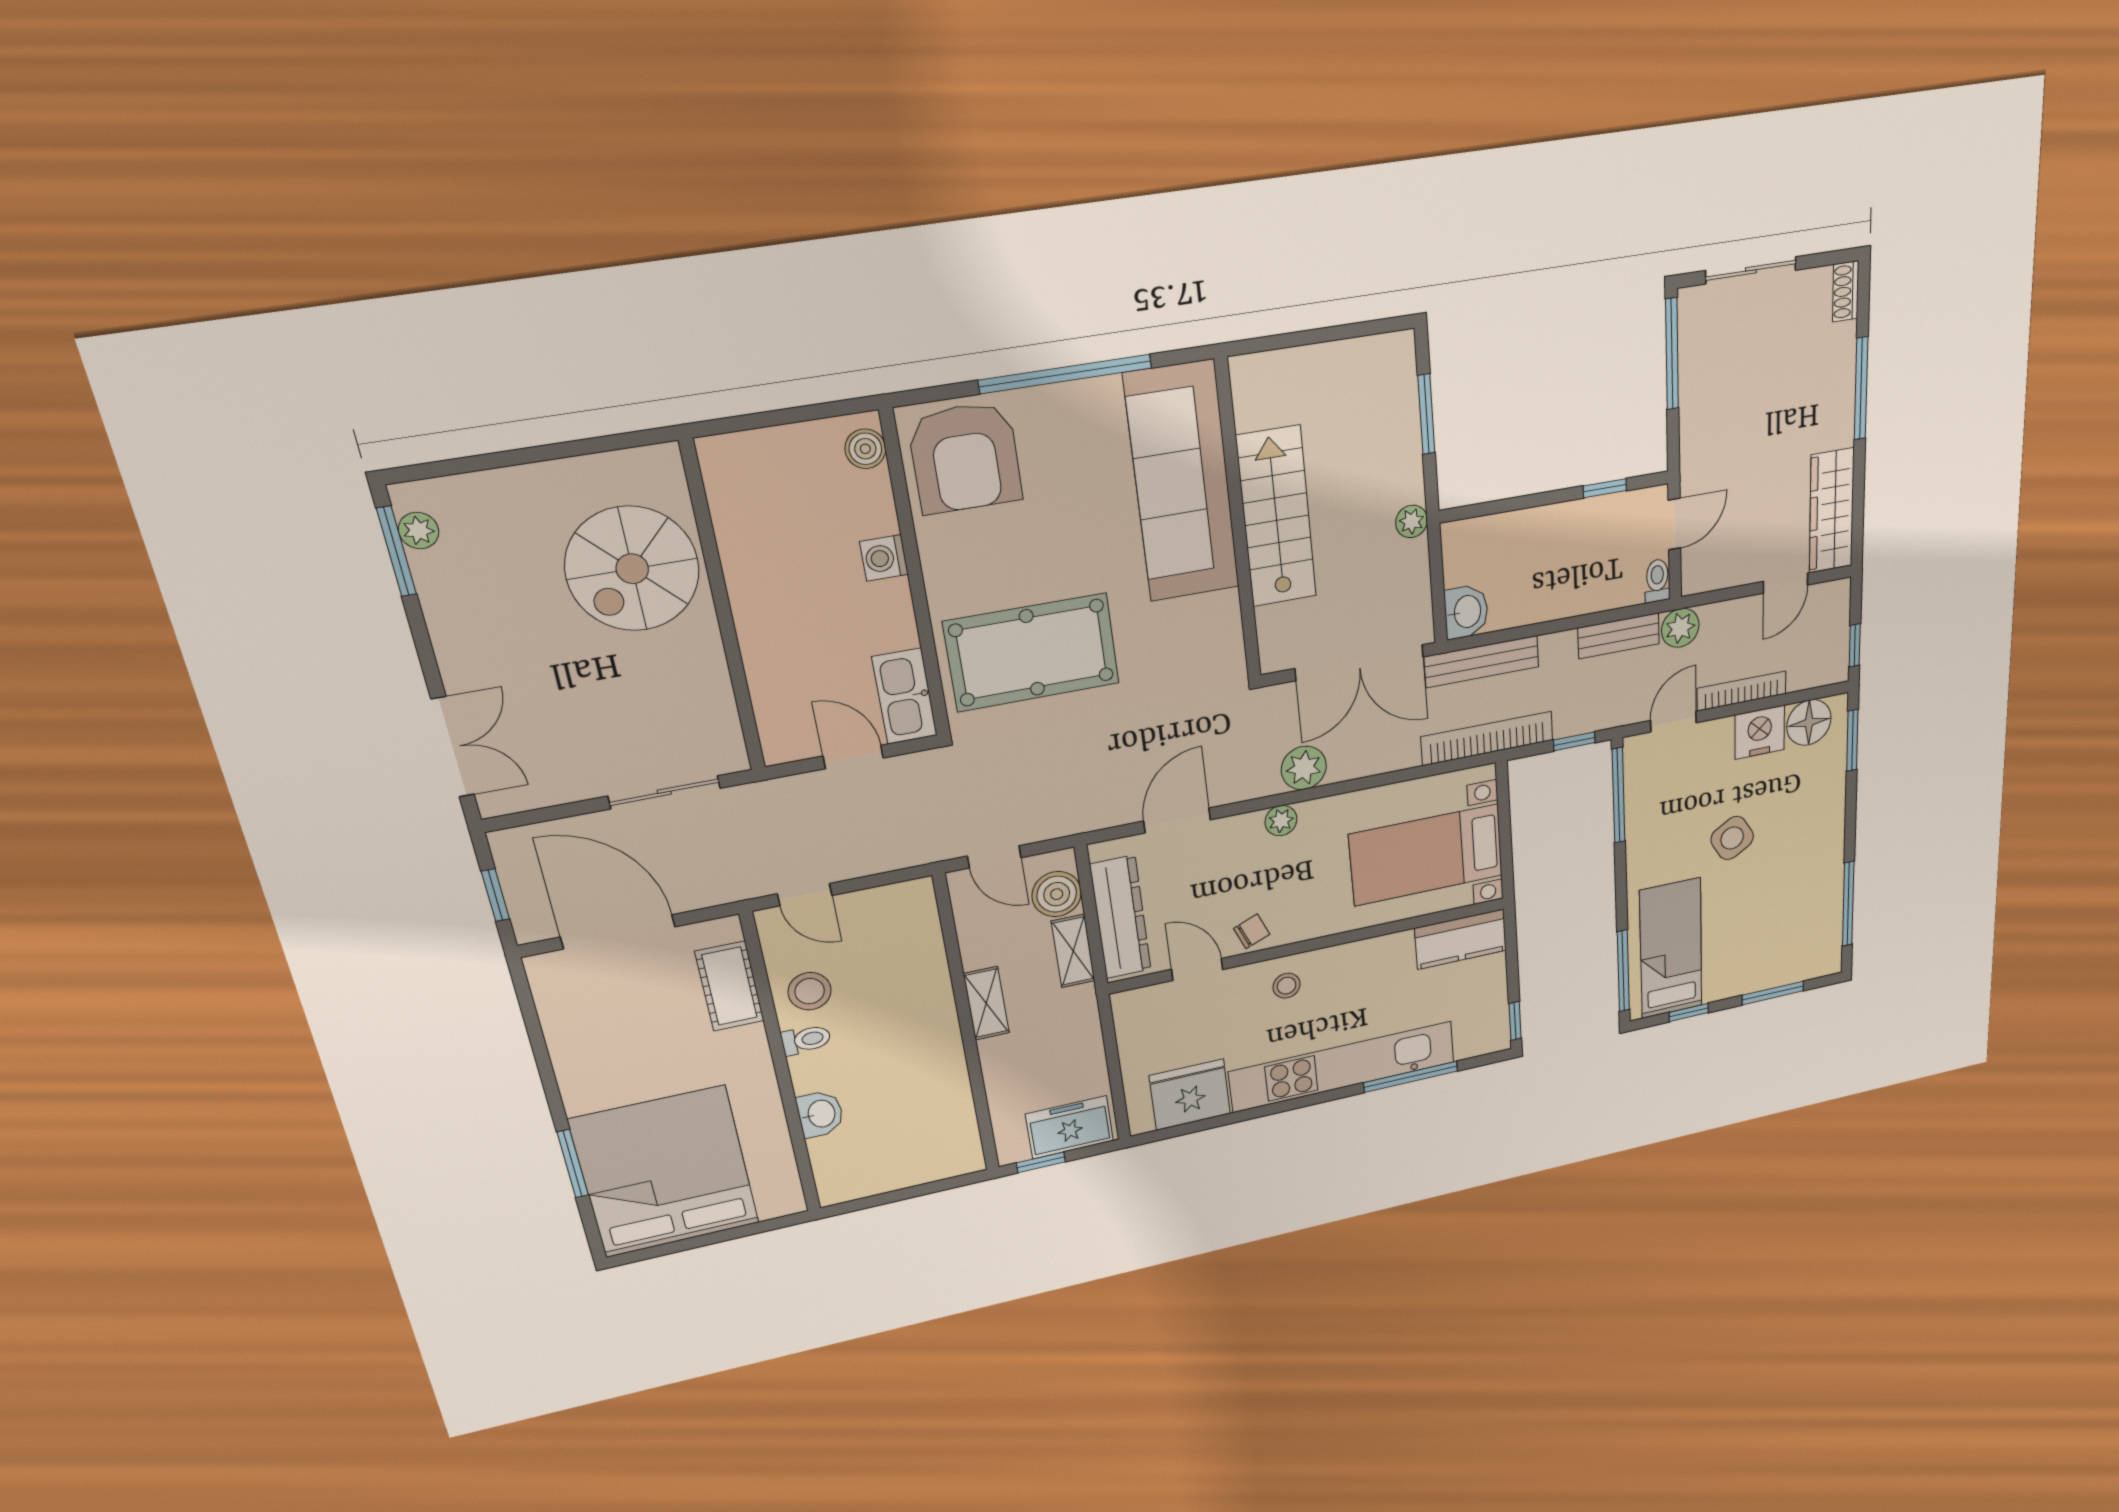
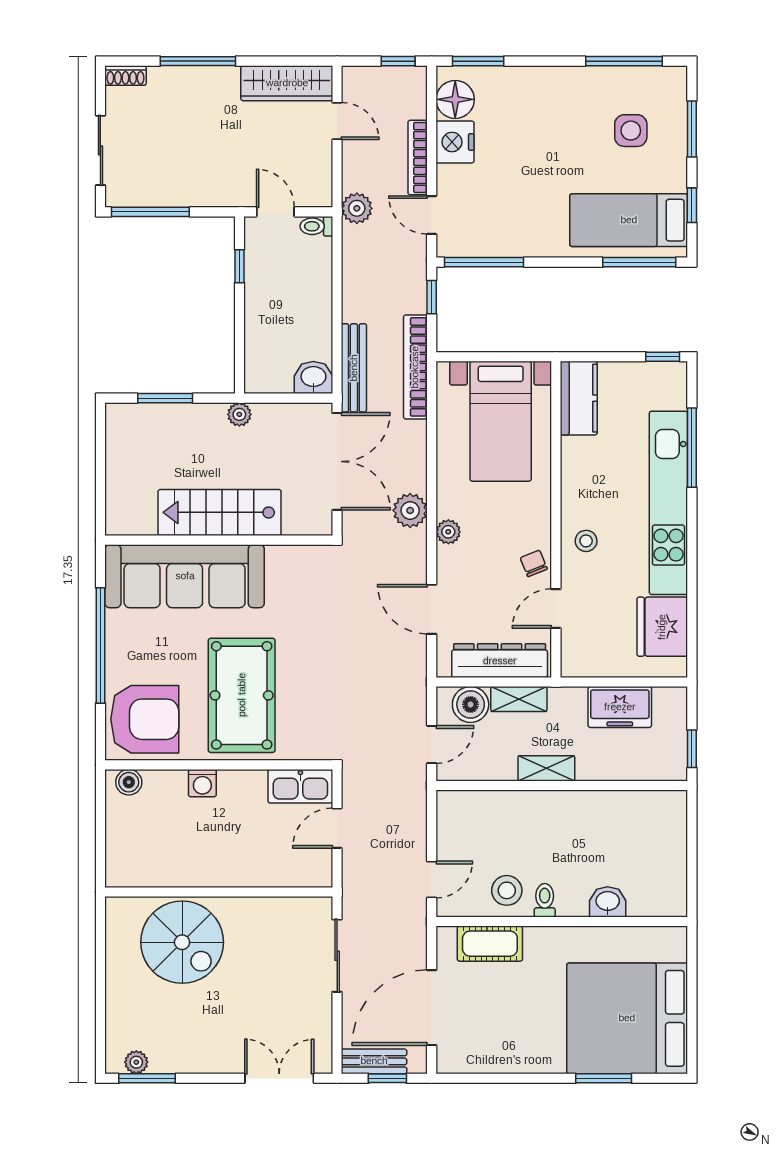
bench: (1619, 636) -> (374, 1061), moved, turned 90
pool table: (1032, 653) -> (242, 695), moved
side table: (1732, 838) -> (631, 131), moved, turned 31
freezer: (1070, 1127) -> (620, 707), moved, turned -90

